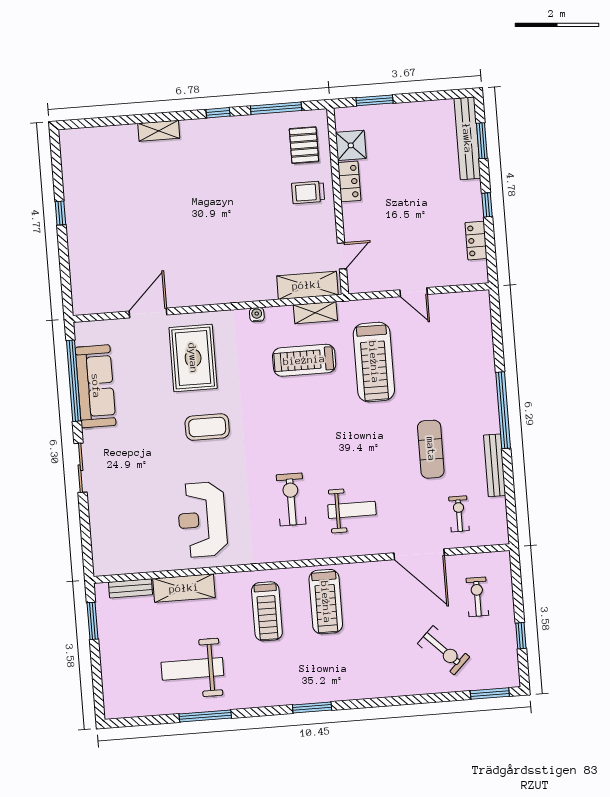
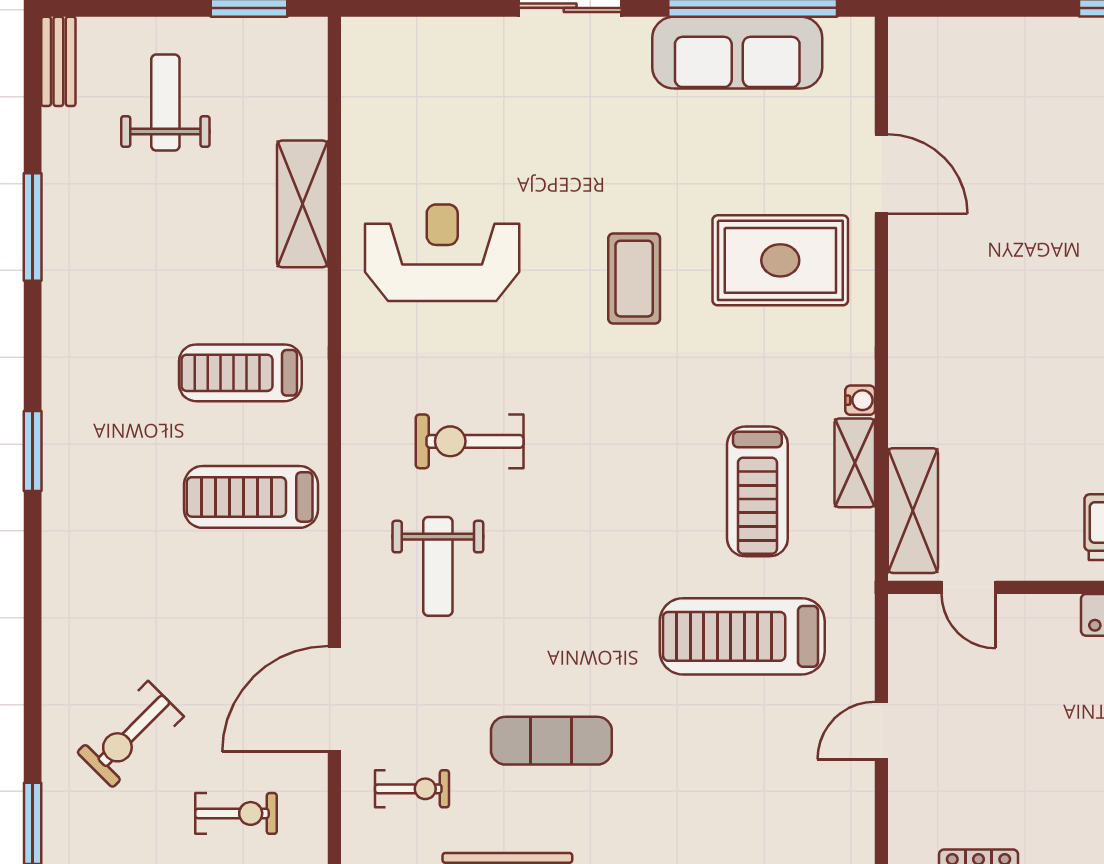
shelving: (315, 313) -> (855, 463), moved
treadmill: (304, 360) -> (757, 491), turned 180
exercise bike: (291, 499) -> (470, 441), turned 180
bench: (130, 588) -> (58, 61), moved
weight bench: (192, 669) -> (165, 103), moved, width x0.73, depth x0.75

